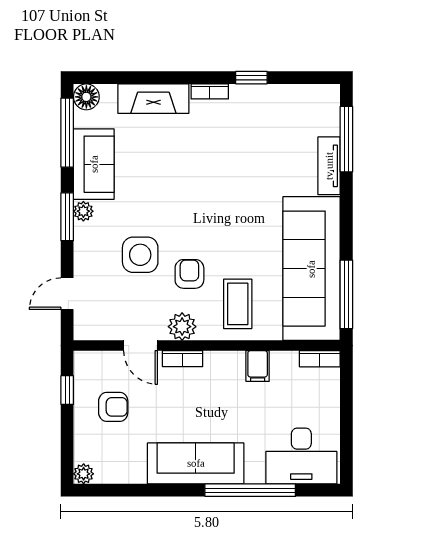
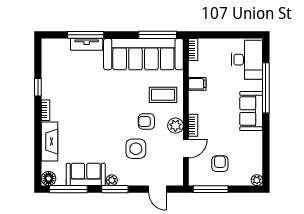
window: (346, 139) -> (86, 35), moved
window: (67, 390) -> (211, 189), width x2.17
sofa: (196, 463) -> (251, 111), width x0.73

